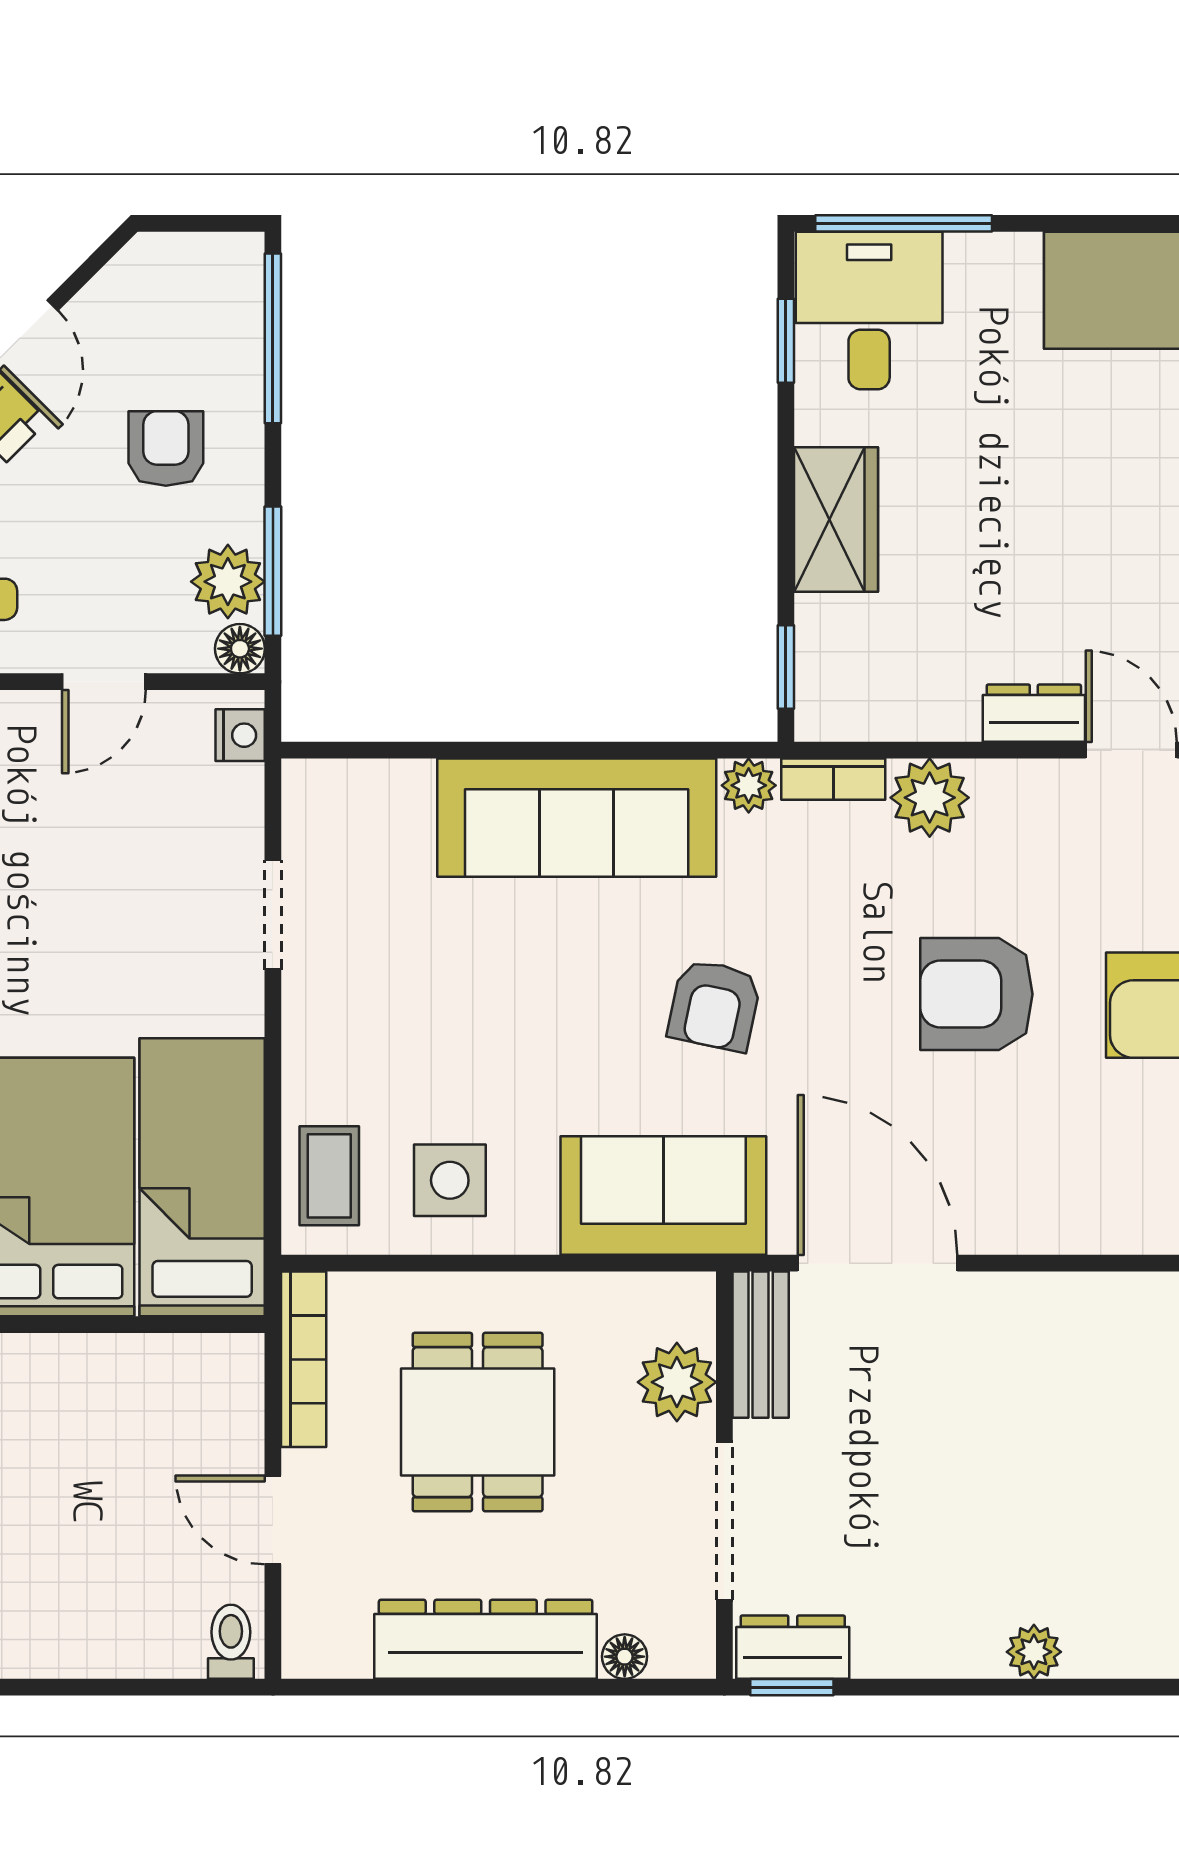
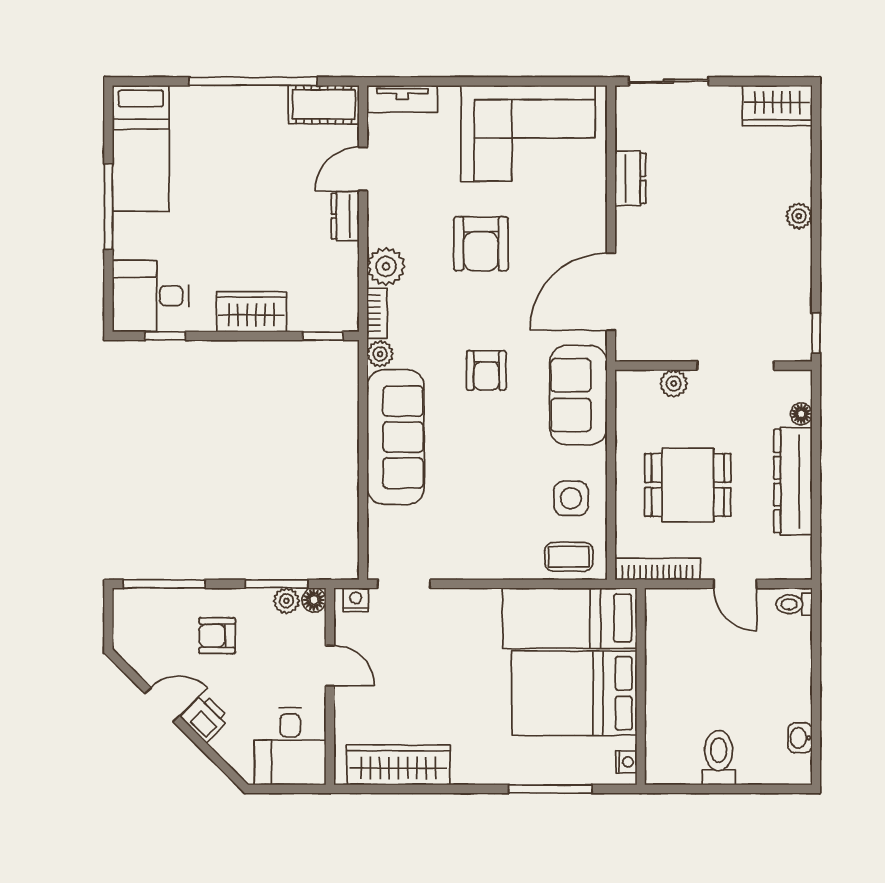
window: (904, 223) -> (108, 207), moved
plant: (228, 582) -> (286, 601), width x0.73, depth x0.73
doorway: (273, 915) -> (404, 584), moved
armchair: (714, 1005) -> (486, 370), turned 78
bench: (761, 1345) -> (650, 348), removed
plant: (677, 1382) -> (674, 383), width x0.73, depth x0.73
door: (273, 1520) -> (735, 584), hinge flipped
dresser: (793, 1647) -> (630, 178), moved, turned 180

